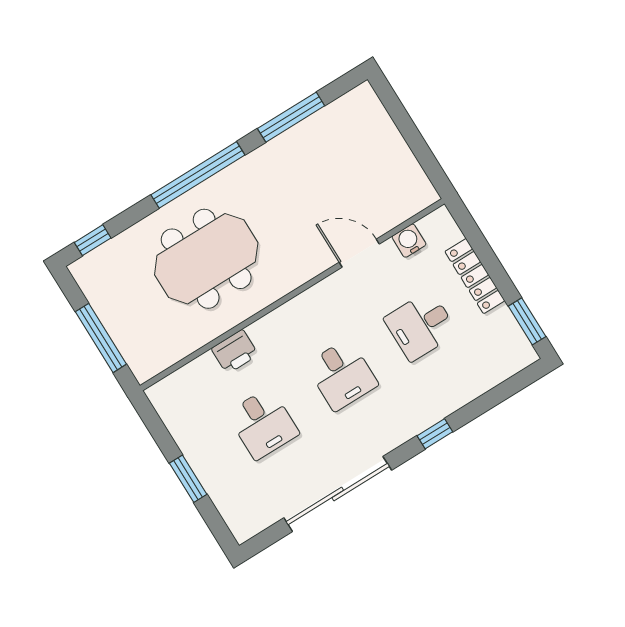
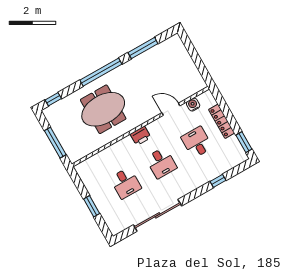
desk: (421, 326) -> (197, 142), turned 90
printer: (235, 352) -> (141, 136), moved
window: (435, 434) -> (218, 181), moved

